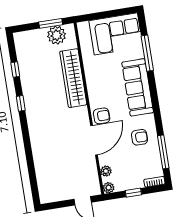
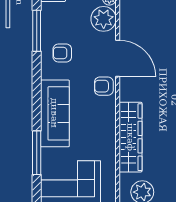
door: (94, 140) -> (118, 58), swing flipped
plant: (106, 171) -> (104, 19), width x1.88, depth x1.88

